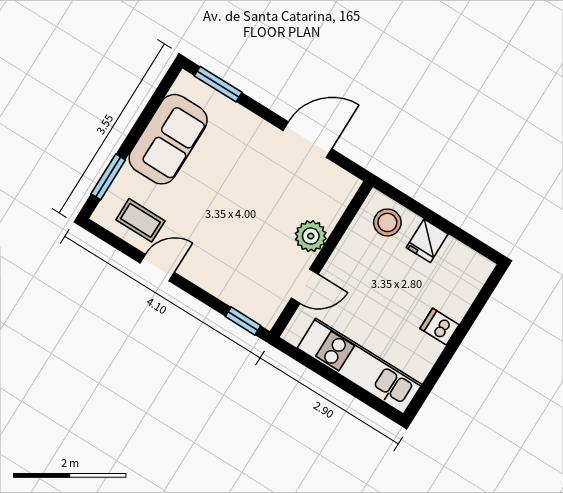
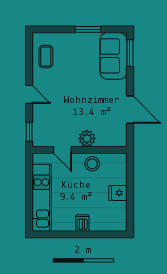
sofa: (168, 139) -> (113, 56), moved, turned 90
window: (108, 177) -> (88, 29), moved
stool: (387, 222) -> (92, 164), moved
door: (157, 268) -> (29, 94), moved

